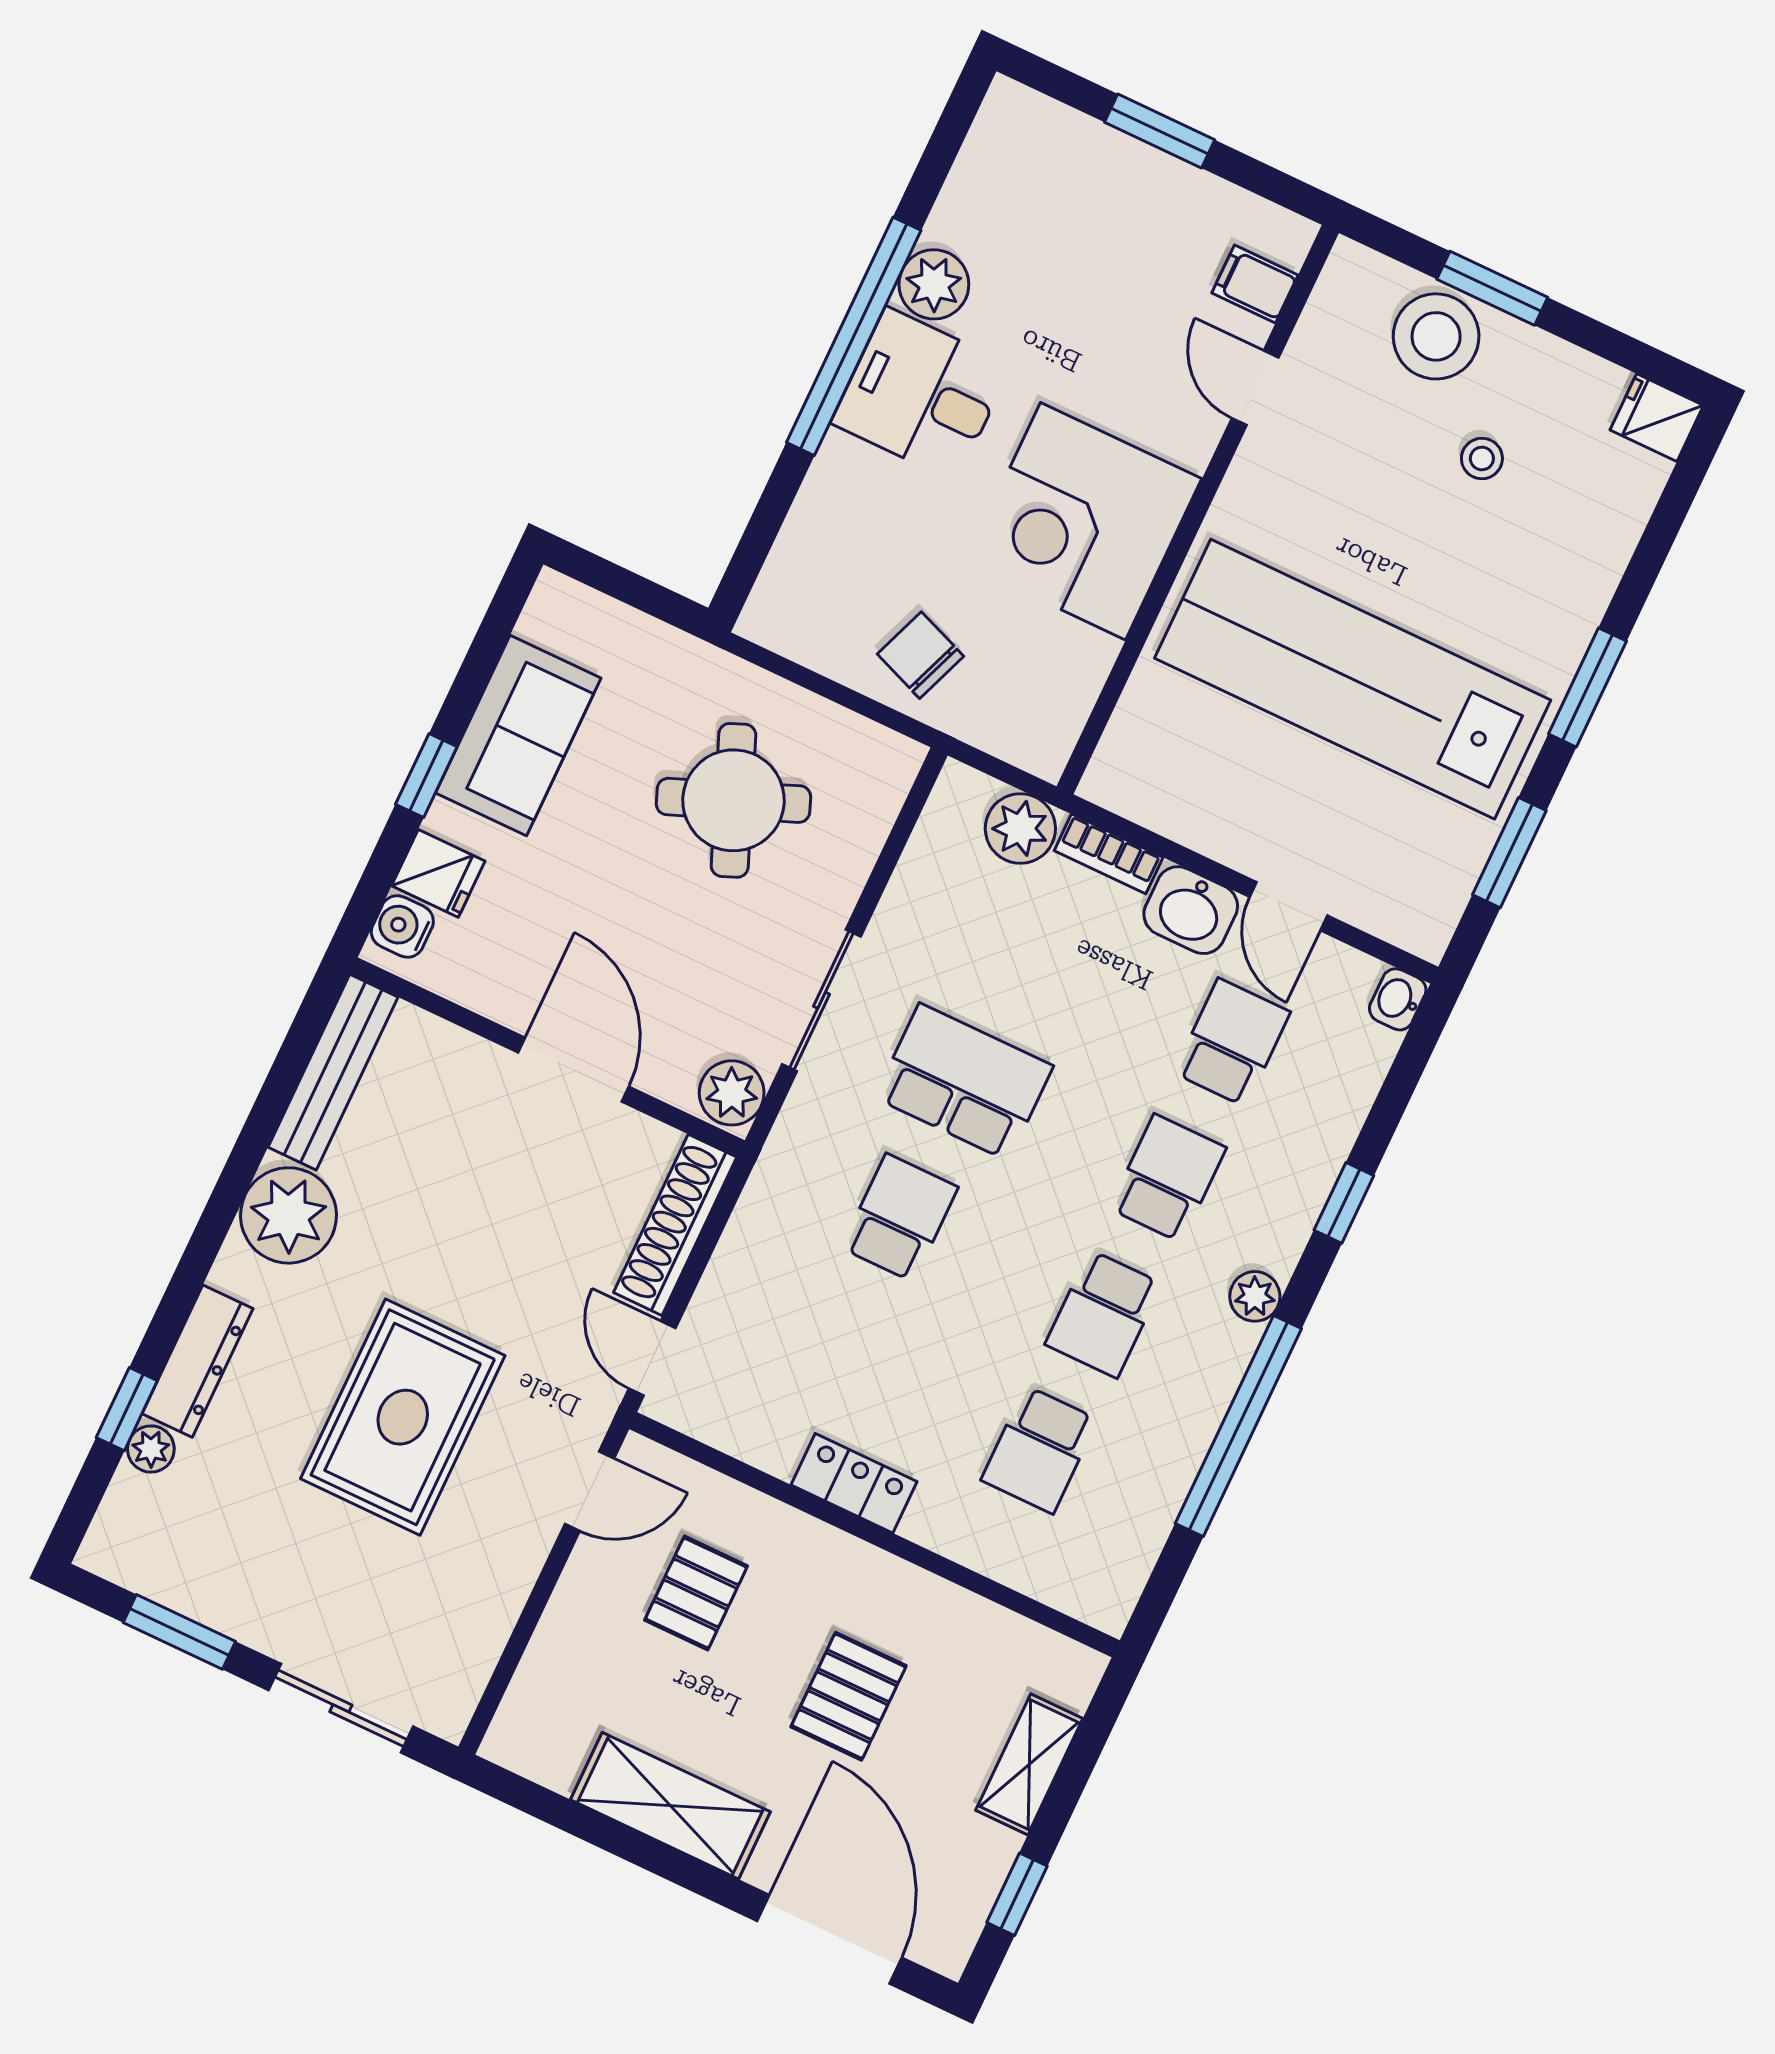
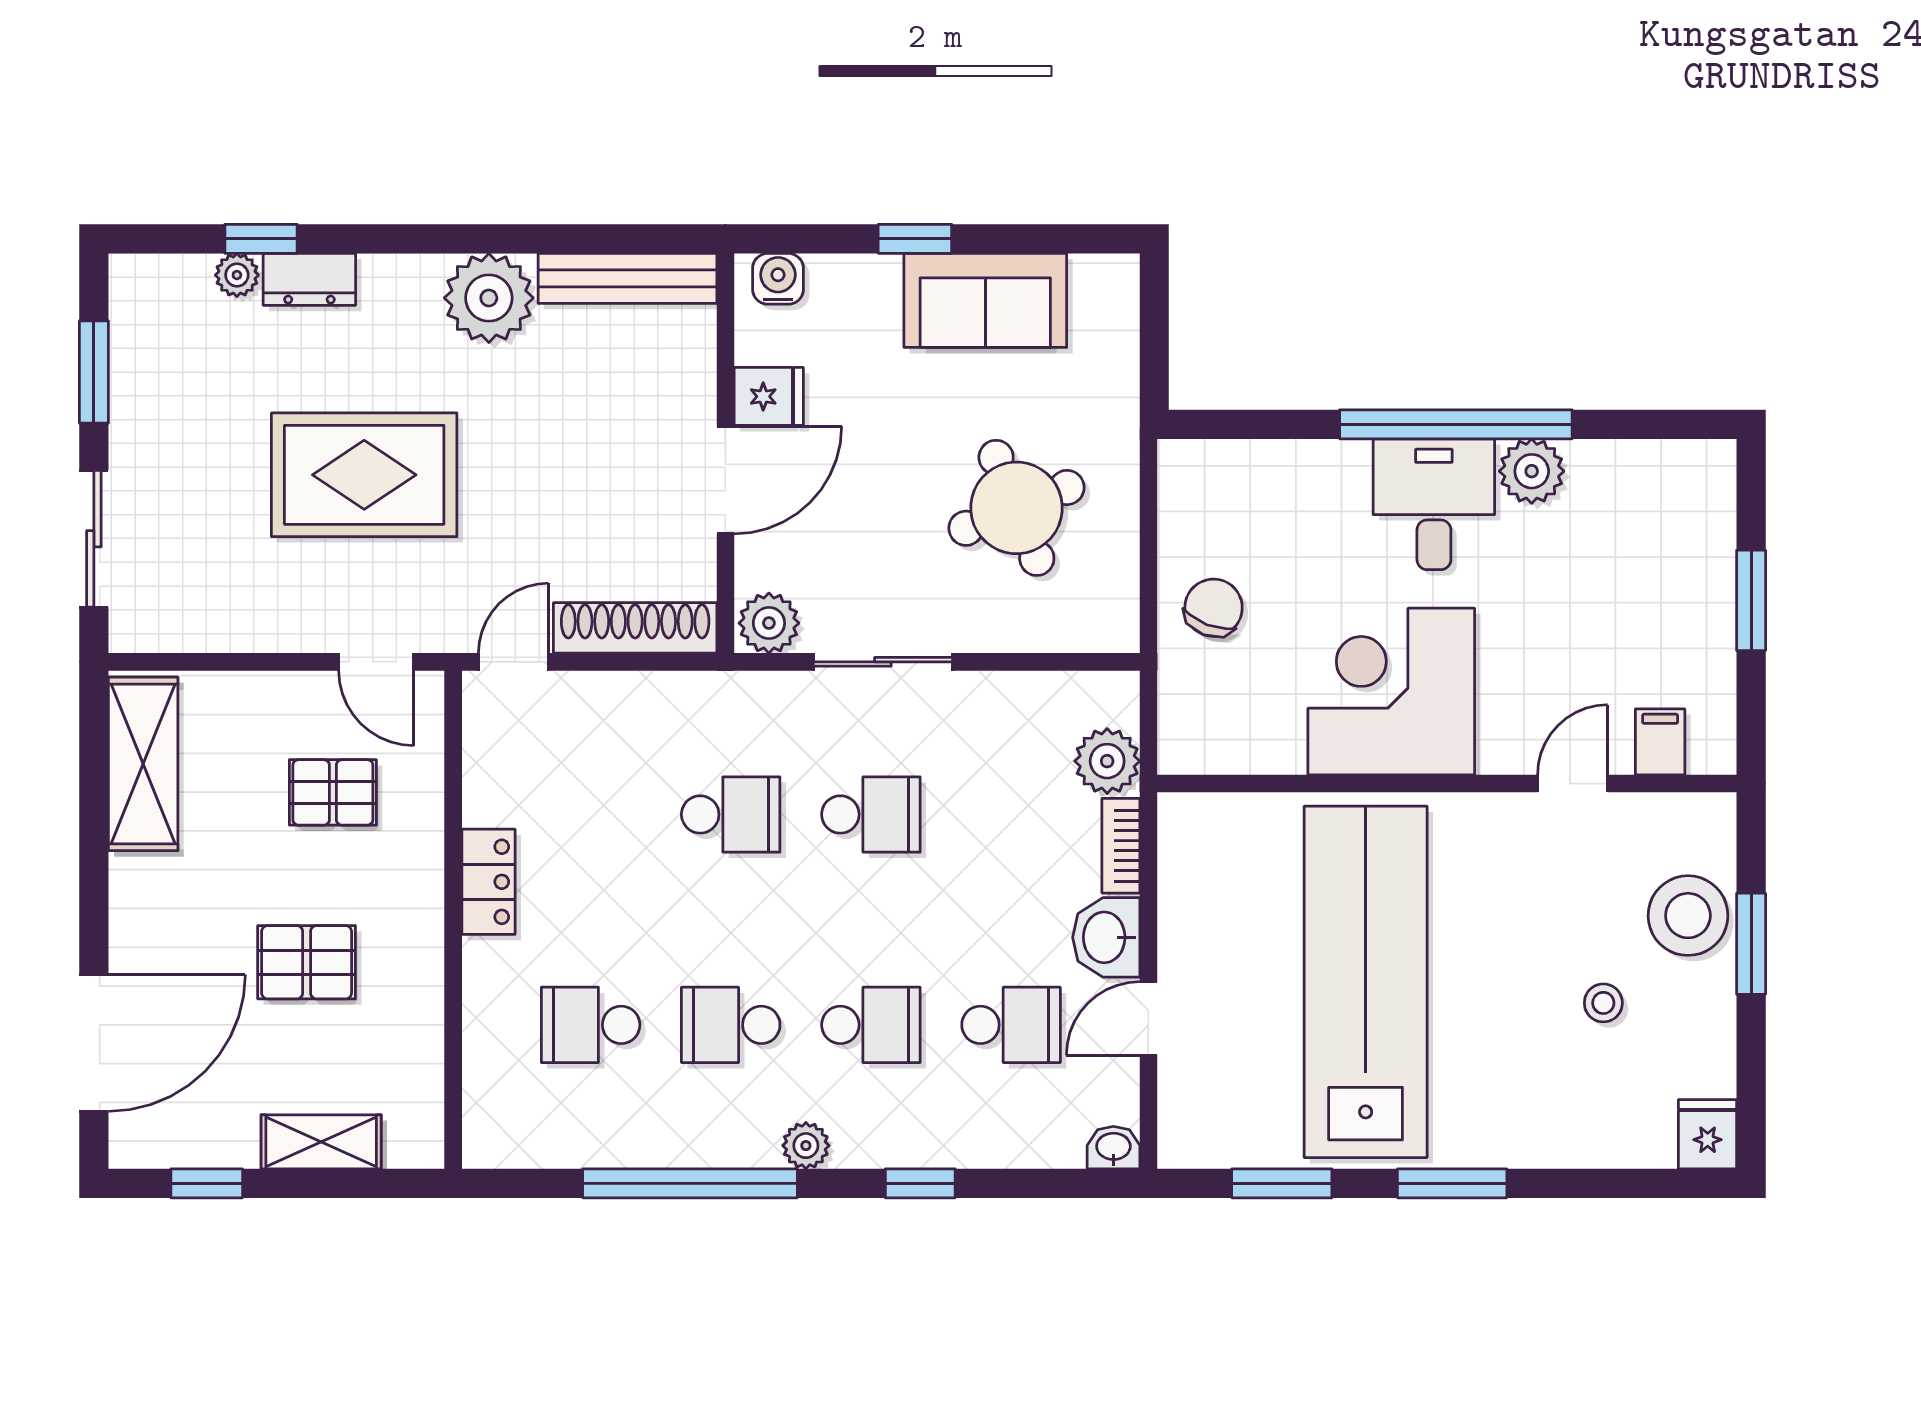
fridge: (438, 873) -> (769, 396), moved, turned -90
school desk: (964, 1082) -> (871, 814), width x0.54
dresser: (198, 1361) -> (309, 279), width x0.70
shelving: (670, 1806) -> (143, 764), moved

